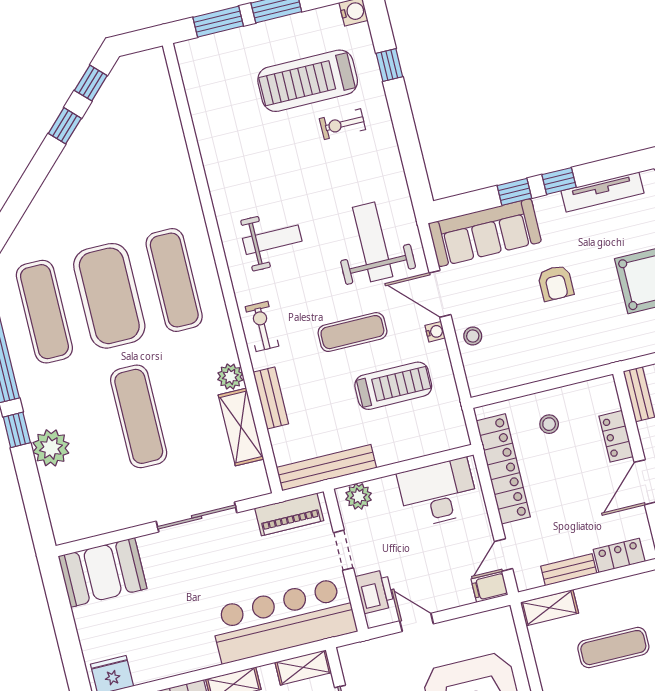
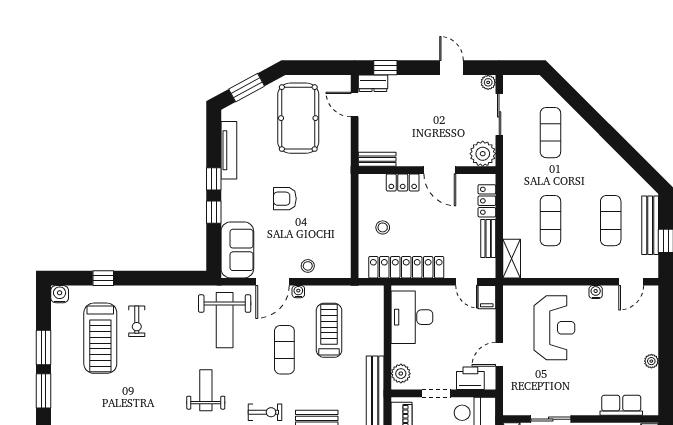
sofa: (485, 233) -> (237, 250), width x0.73
weight bench: (373, 242) -> (225, 320), turned -90
armchair: (556, 283) -> (285, 199), turned 180
exercise bike: (262, 326) -> (265, 412), turned 180

